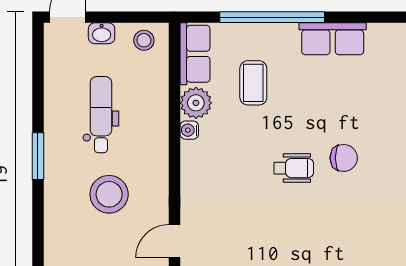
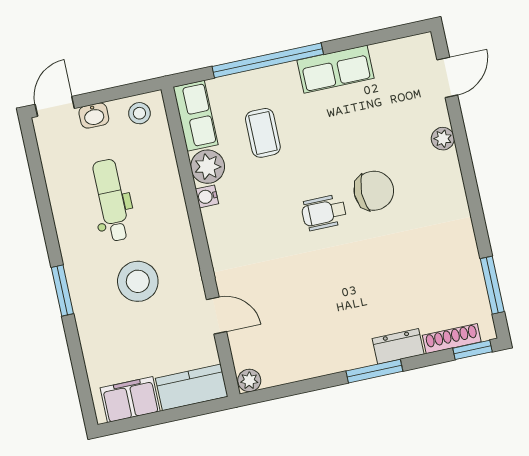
window: (38, 156) -> (62, 290), moved
chair: (344, 158) -> (374, 191), width x1.37, depth x1.37
wheelchair: (294, 168) -> (324, 213), turned 180
door: (174, 241) -> (216, 316), swing flipped

